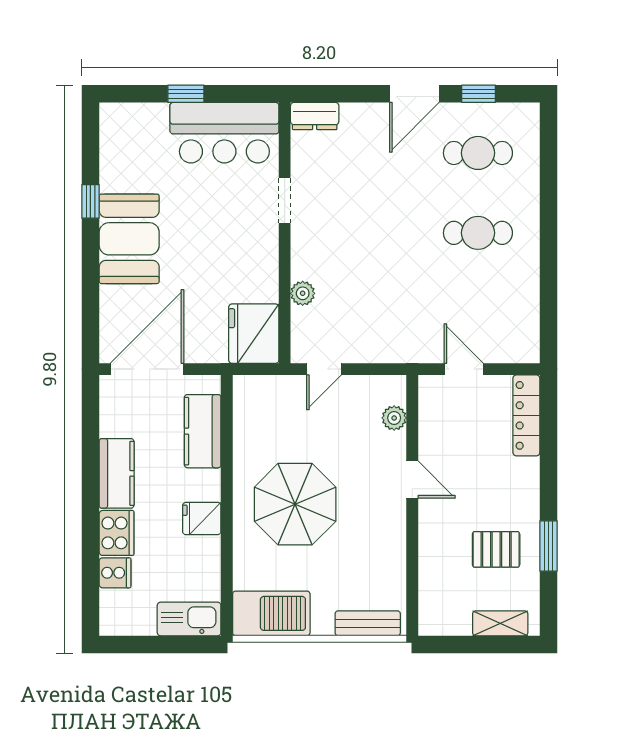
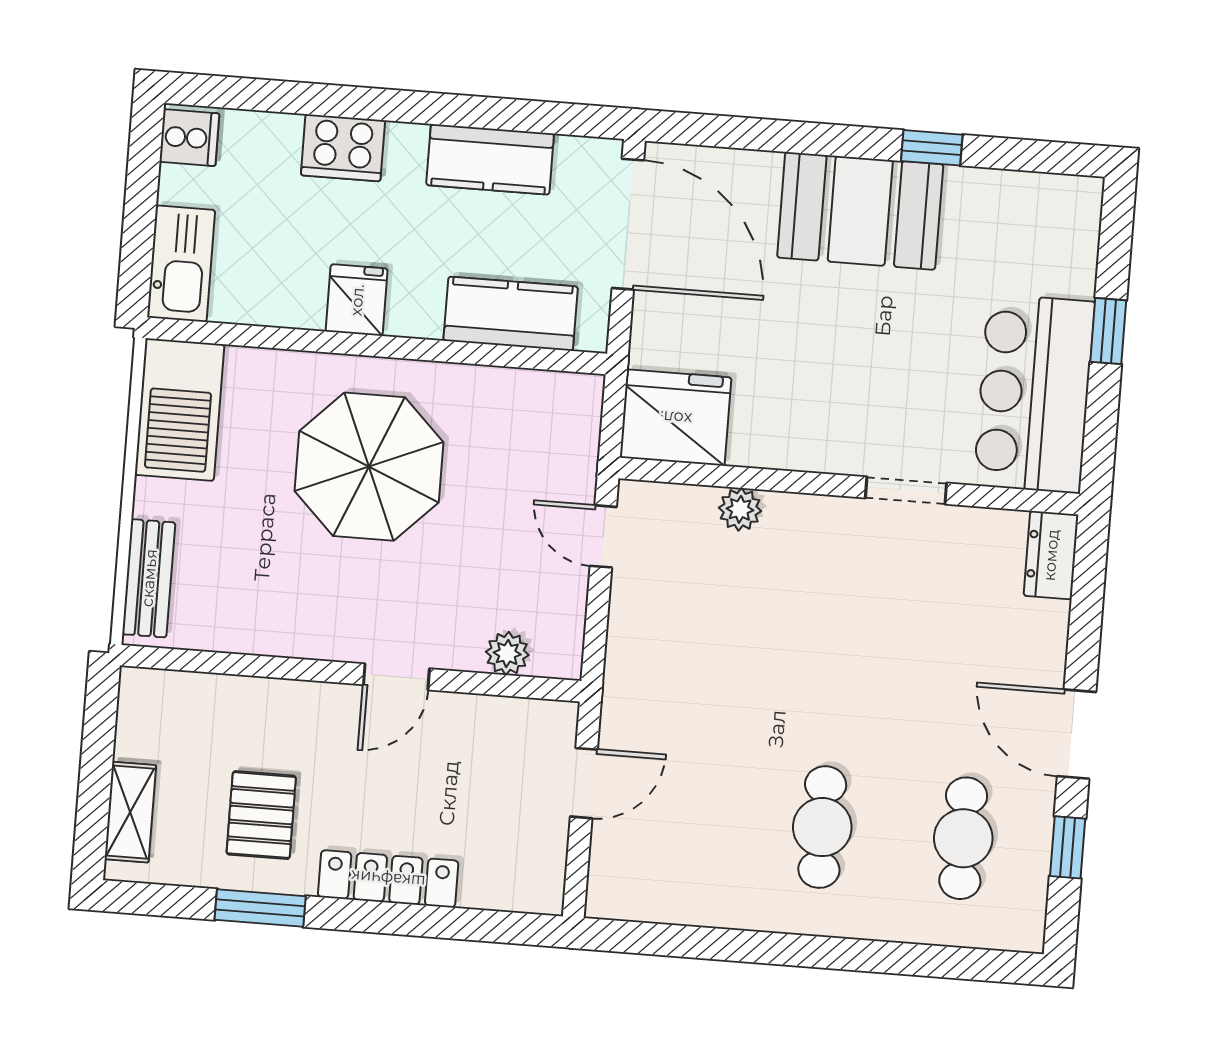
locker: (526, 415) -> (388, 879), moved
kitchen counter: (117, 473) -> (490, 159), moved
cooker: (115, 573) -> (189, 138), moved, turned -90

